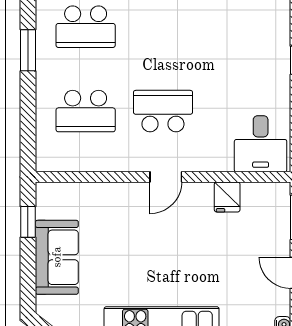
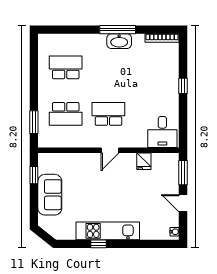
school desk: (86, 27) -> (66, 67), turned 180
window: (28, 50) -> (34, 122), moved

